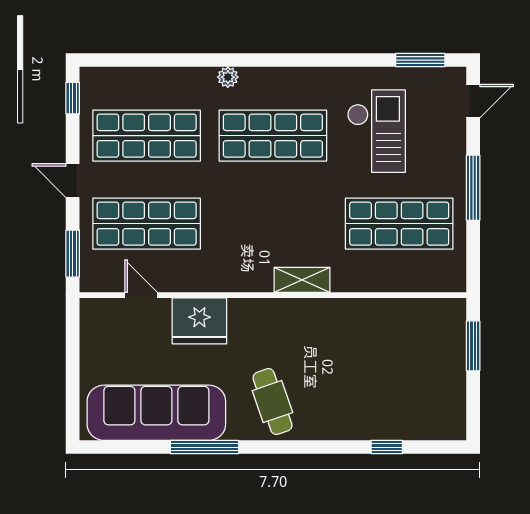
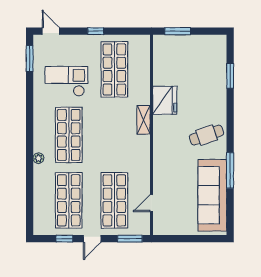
window: (73, 98) -> (64, 239), moved
window: (473, 188) -> (96, 31), width x0.46
fridge: (199, 321) -> (165, 100), moved
window: (387, 447) -> (230, 76), width x1.50

